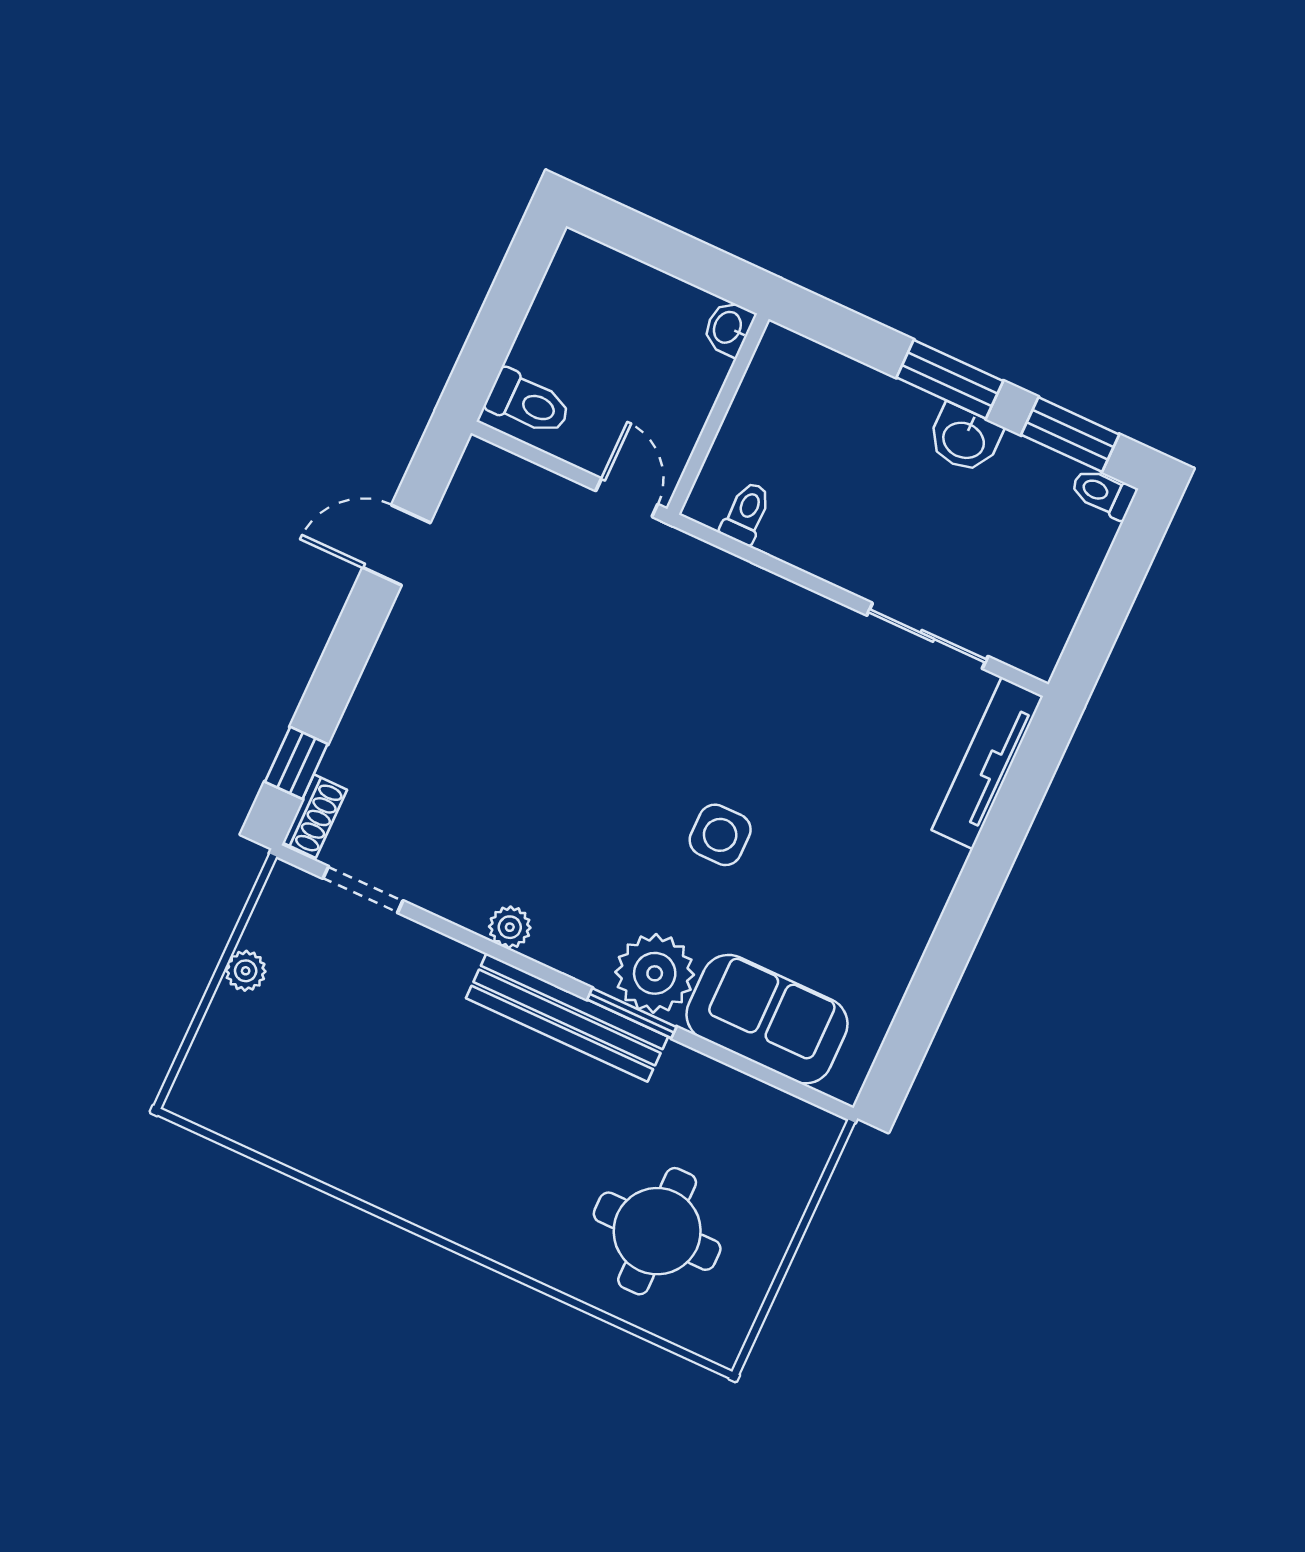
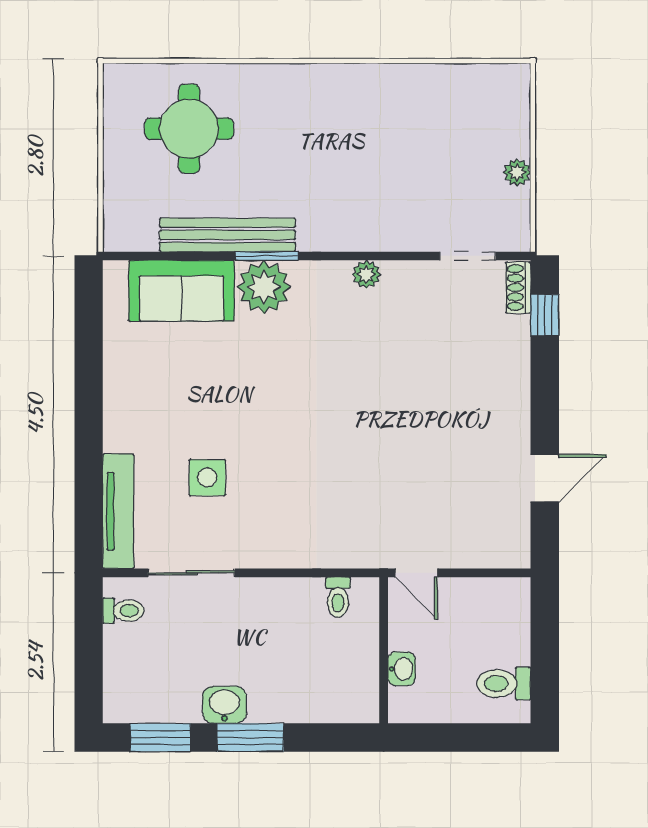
washbasin: (728, 328) -> (402, 669), moved
toilet: (528, 403) -> (504, 684), moved
toilet: (1103, 493) -> (123, 611), moved
side table: (720, 835) -> (207, 477), moved
bench: (567, 1018) -> (227, 235), moved

